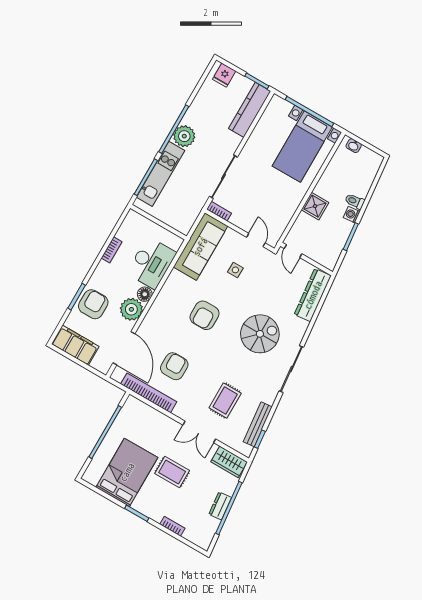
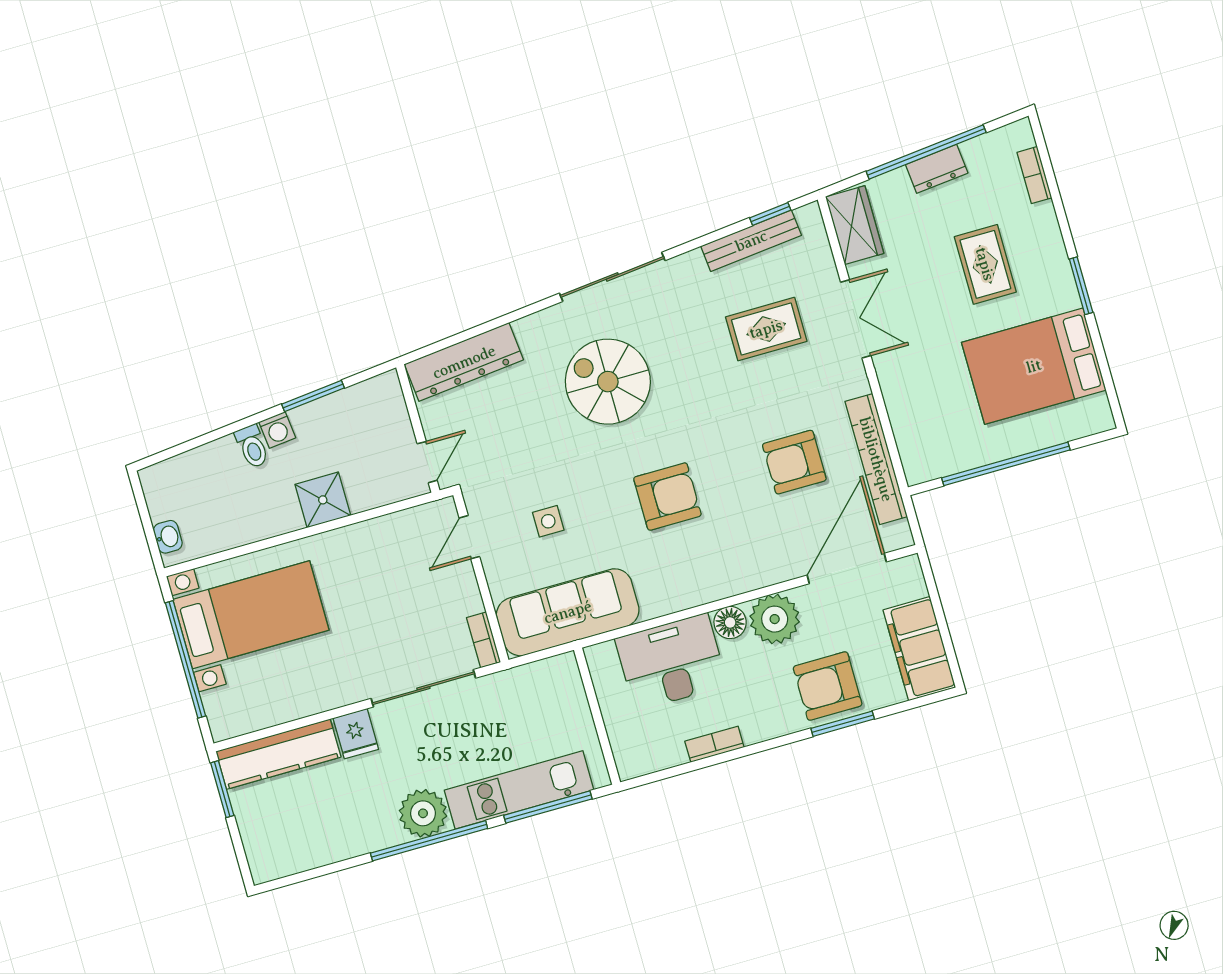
fridge: (224, 75) -> (356, 734), moved, turned 90
rug: (172, 472) -> (985, 264), moved
bookcase: (172, 526) -> (1034, 175), moved

